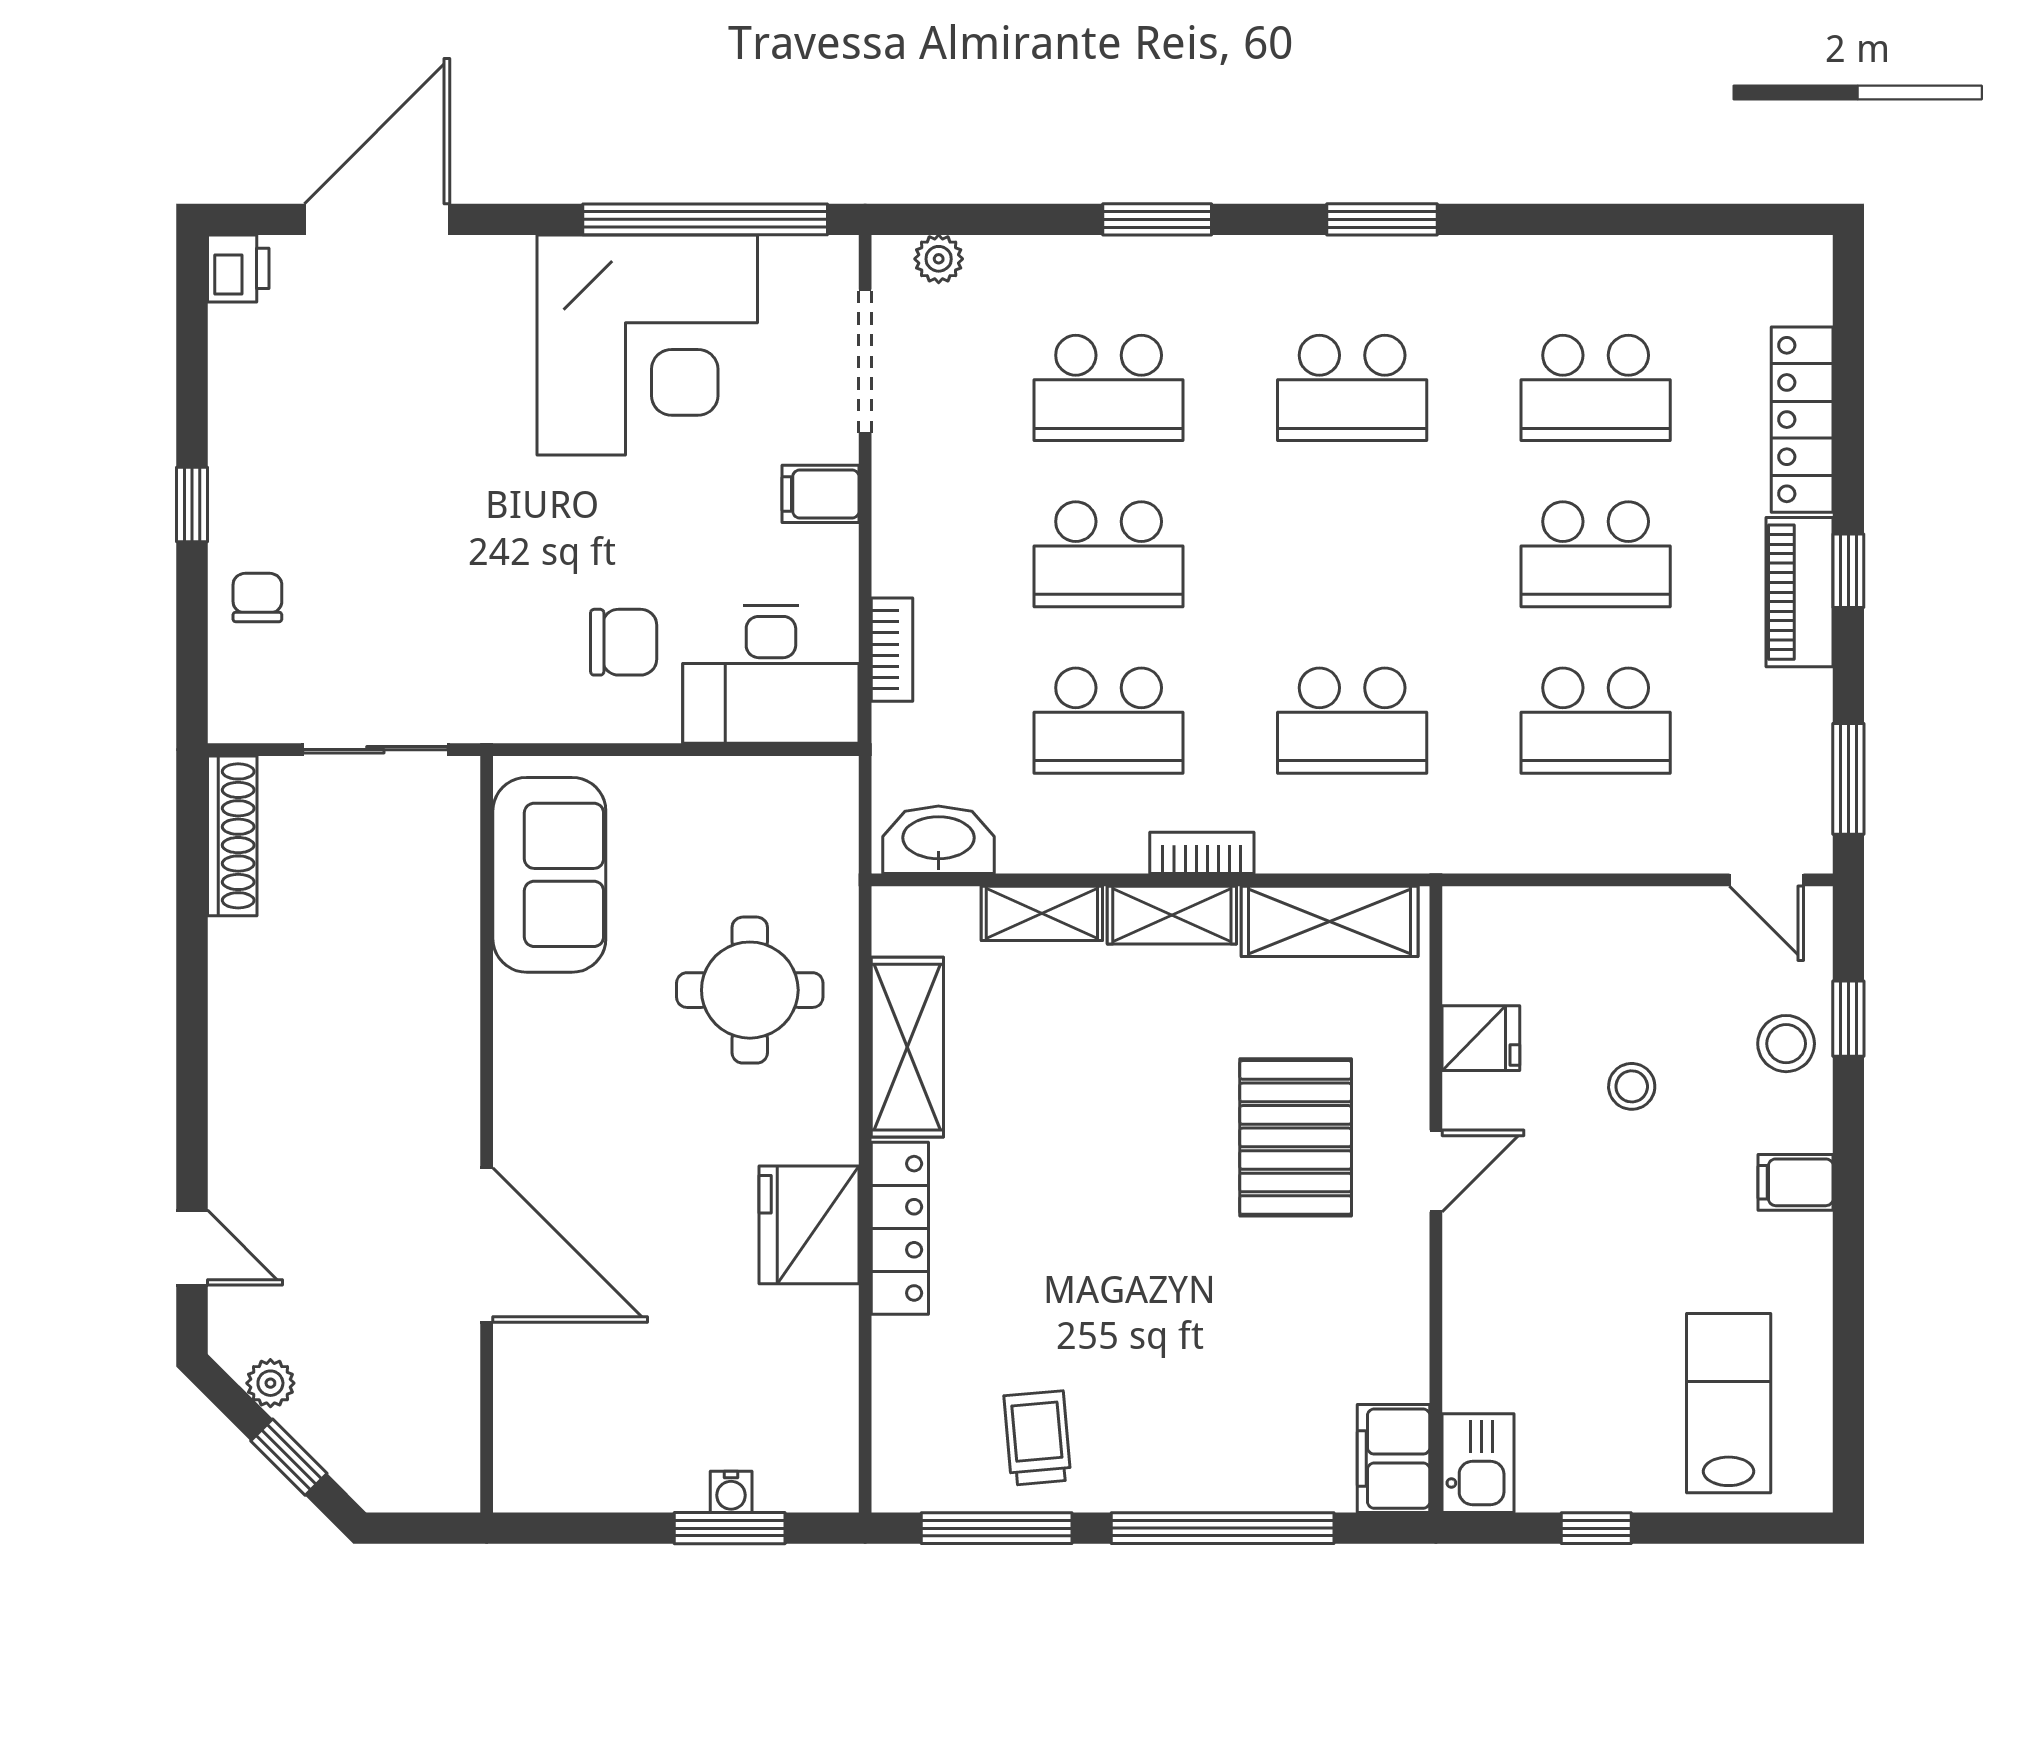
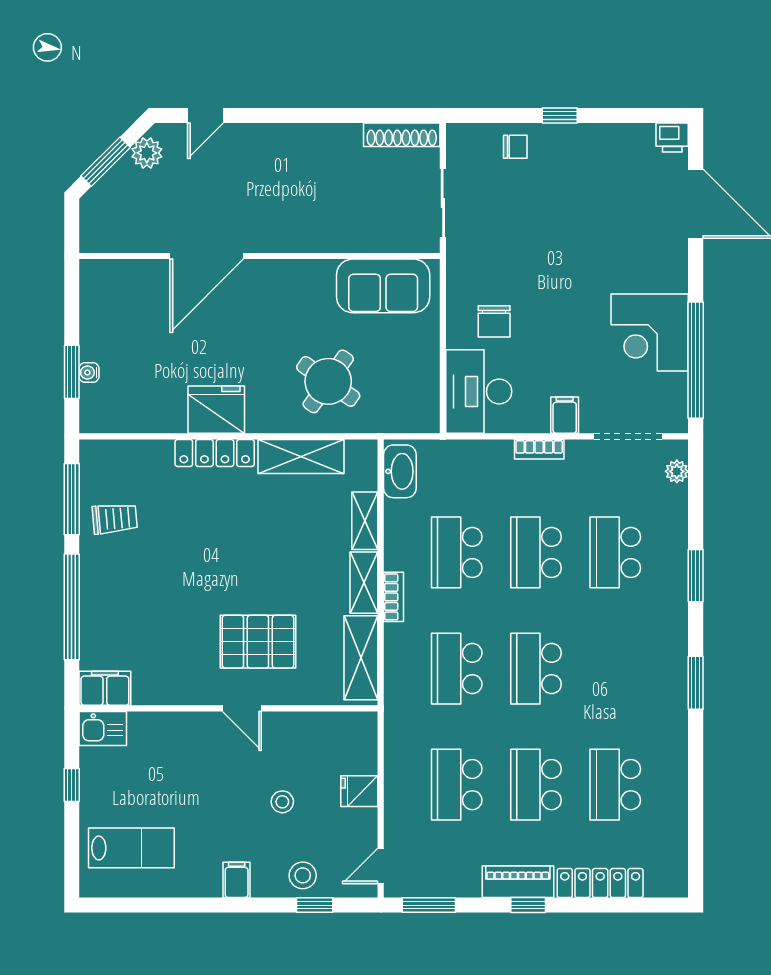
corner desk: (647, 345) -> (650, 333), width x0.74, depth x0.74
school desk: (1352, 388) -> (536, 669), moved
bookcase: (892, 650) -> (539, 449), moved
round table: (750, 990) -> (328, 381), turned 35
fridge: (1481, 1038) -> (359, 791), moved, turned 90
plant: (270, 1383) -> (147, 153), width x1.38, depth x1.38
window: (289, 1457) -> (106, 162), width x1.50

